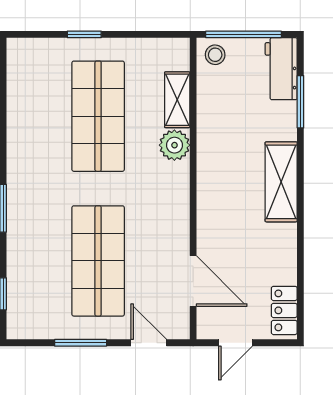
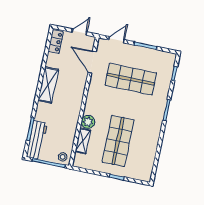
workbench: (281, 69) -> (37, 140), width x1.37
shelving: (281, 182) -> (48, 85), moved
shop shelf: (98, 261) -> (131, 79), turned 90
door: (149, 343) -> (116, 40), swing flipped

